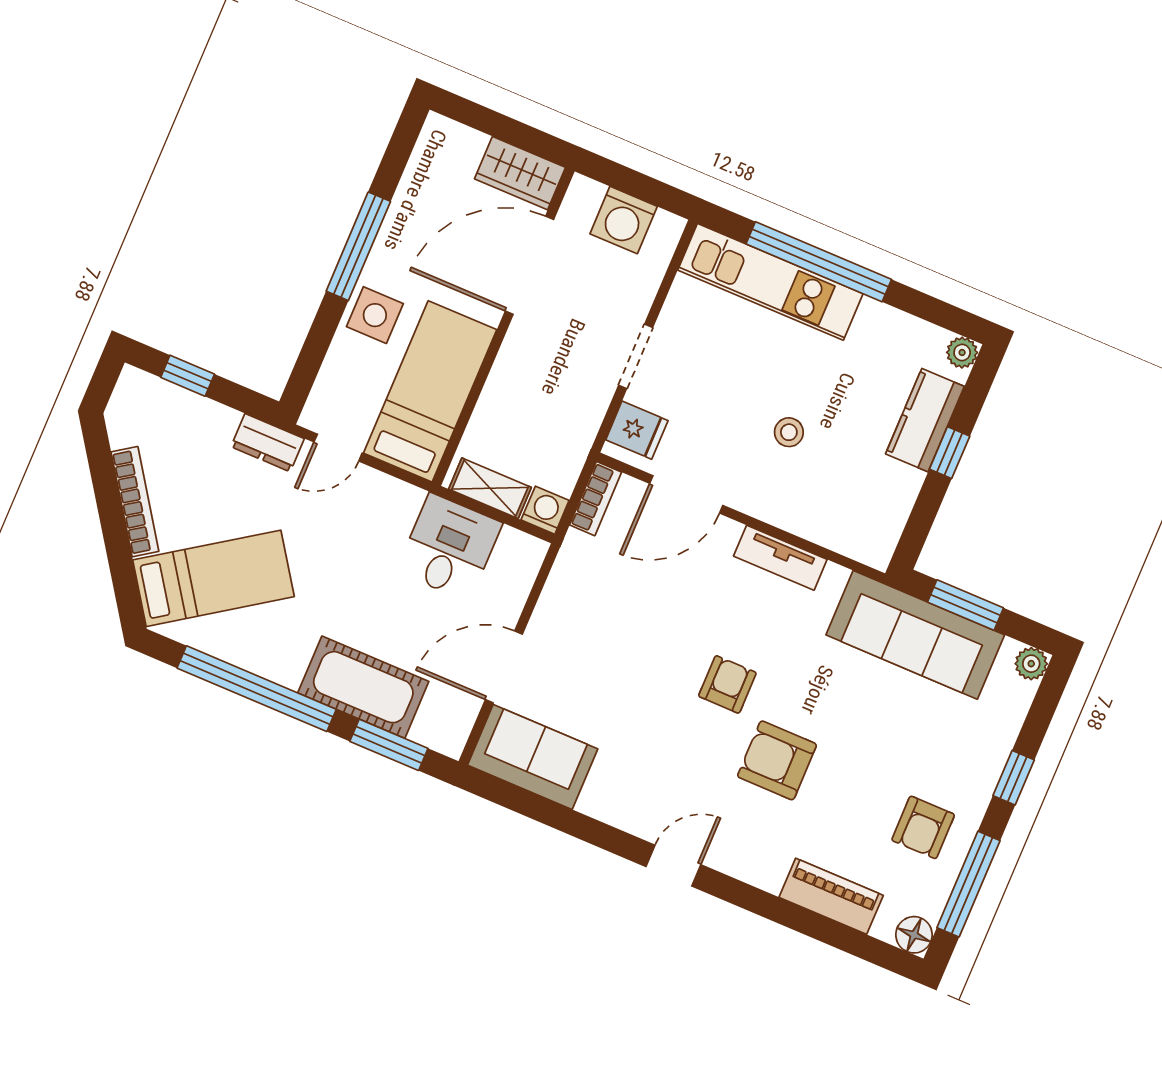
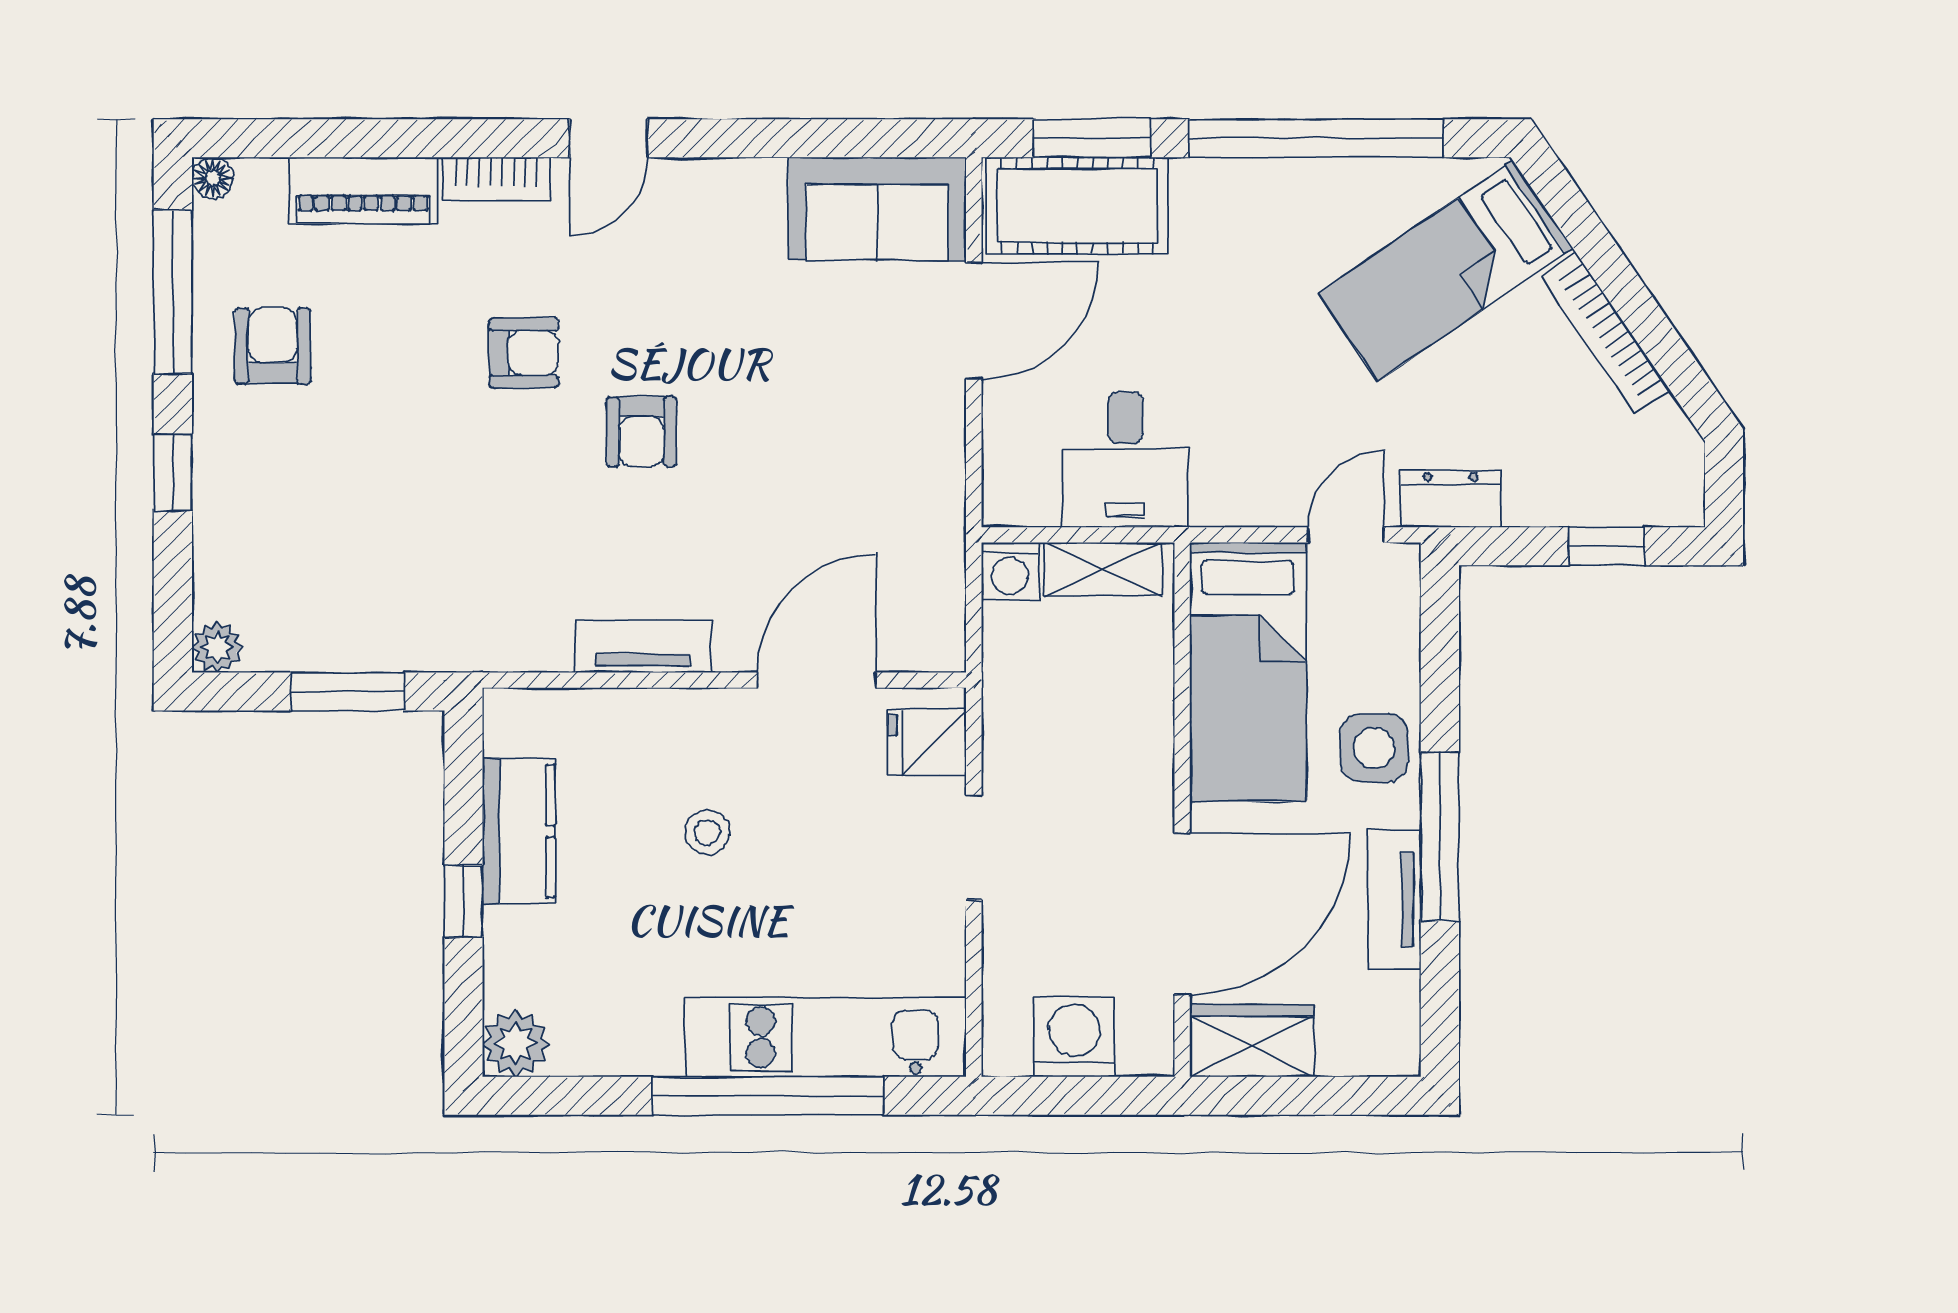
tv unit: (401, 221) -> (1394, 899), added
plant: (962, 353) -> (516, 1043), width x1.38, depth x1.38
kitchen counter: (925, 420) -> (519, 831), moved
bookcase: (596, 499) -> (496, 179), moved, turned -90
sofa: (915, 635) -> (402, 618), removed
cot: (363, 687) -> (1077, 206), moved
armchair: (777, 760) -> (524, 353), width x0.72, depth x0.72
floor lamp: (914, 935) -> (213, 178), width x0.73, depth x0.73

